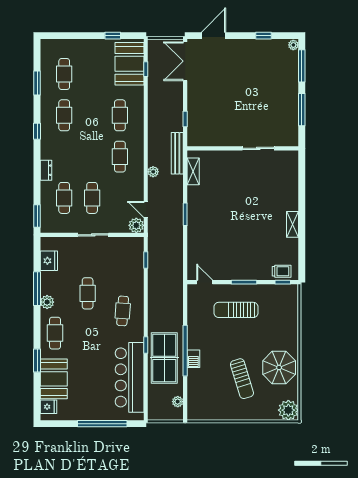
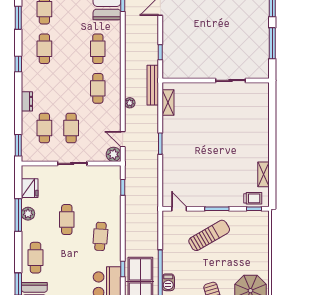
shelving: (293, 224) -> (263, 174), moved
plant: (47, 302) -> (28, 214), moved
sun lounger: (236, 310) -> (209, 235), turned 150

